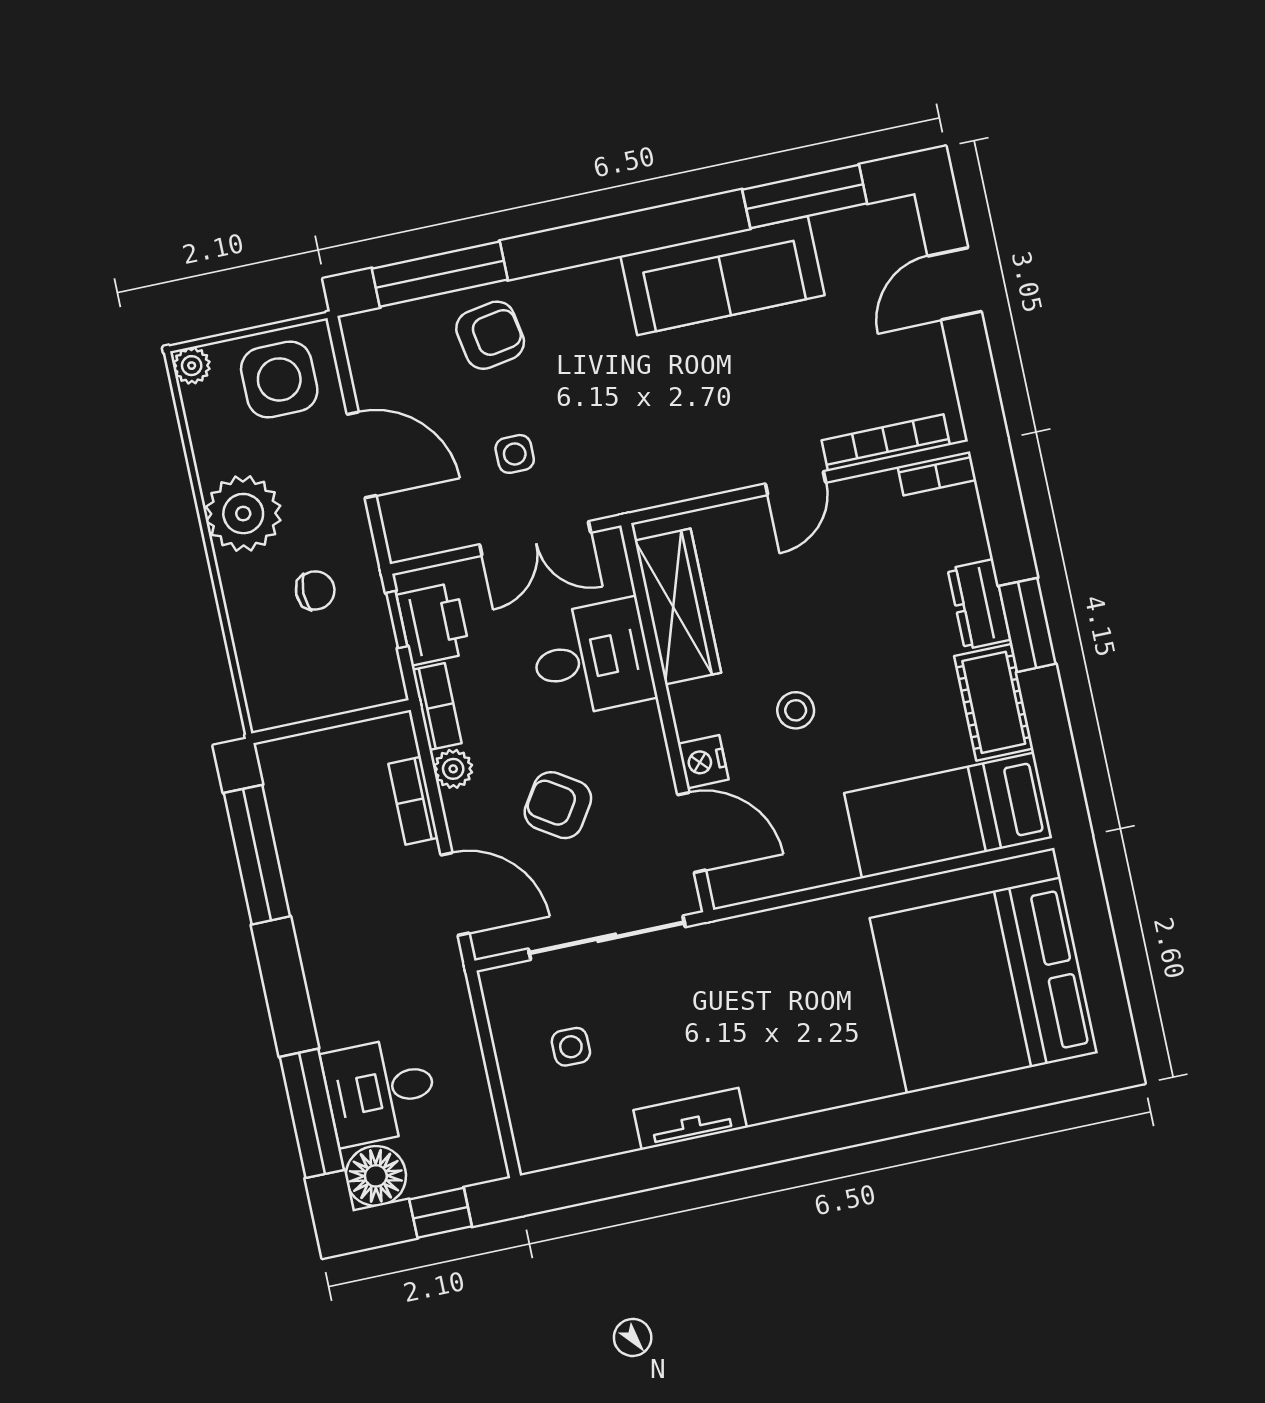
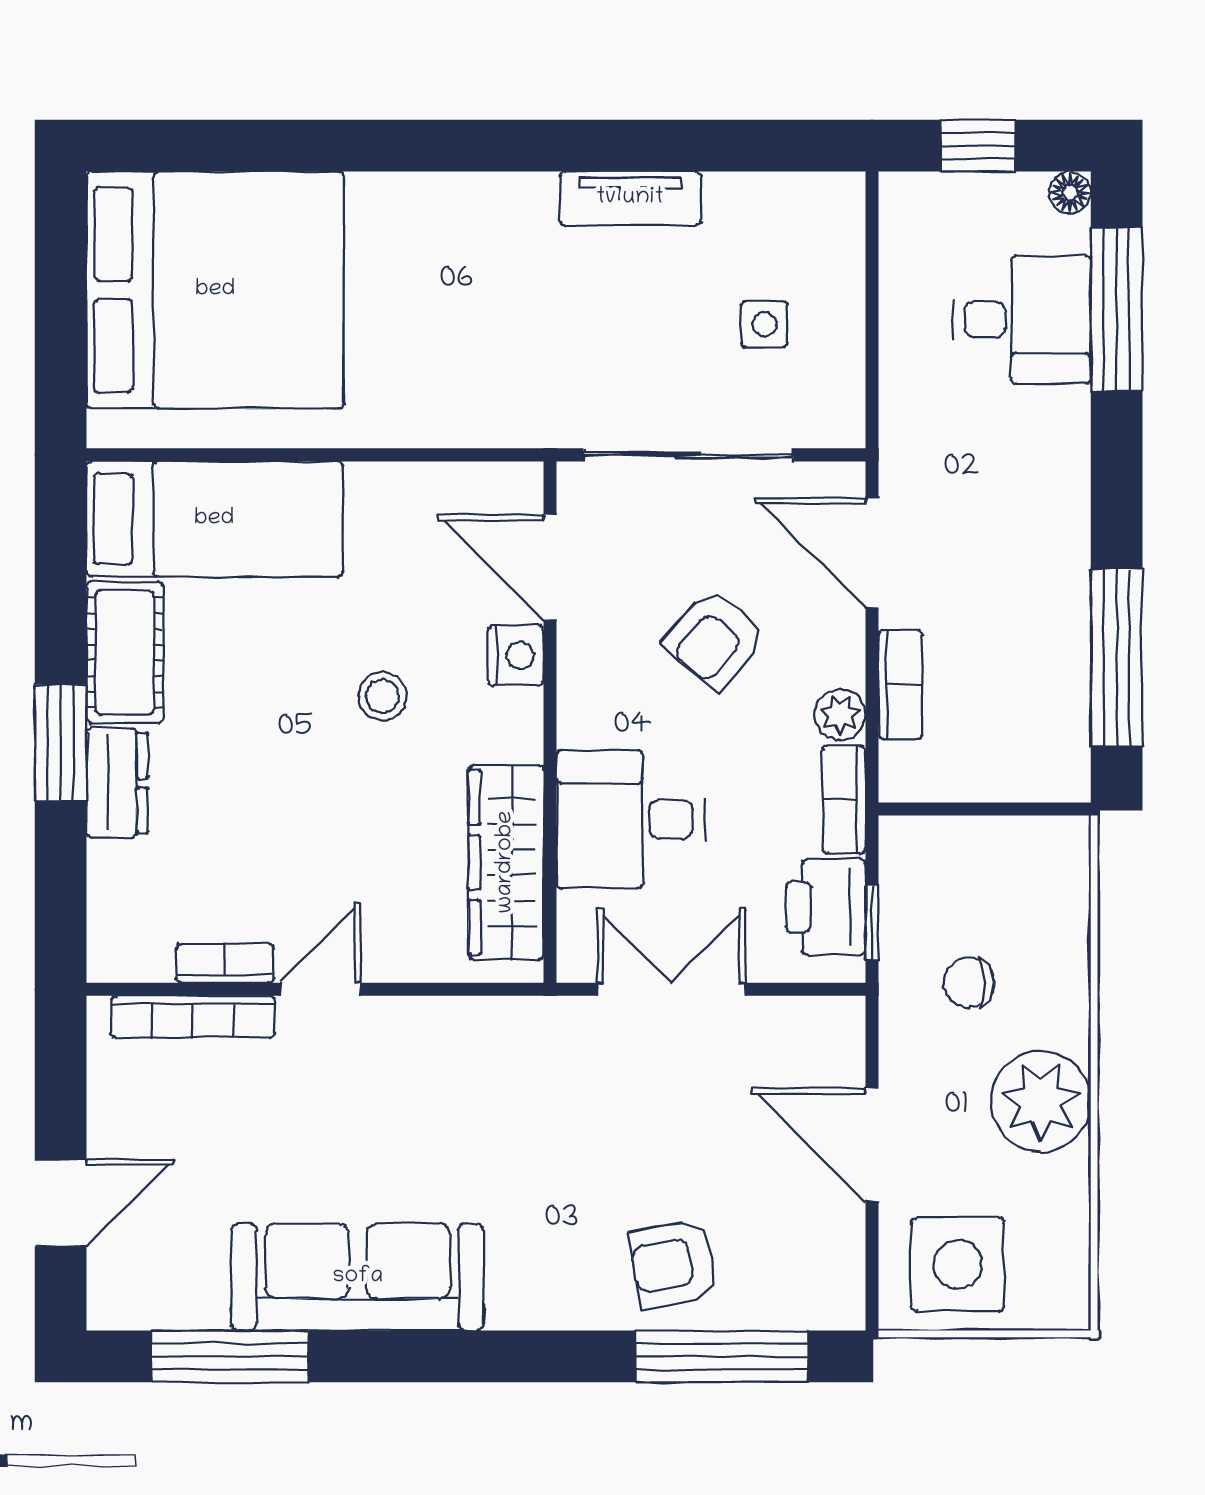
plant: (192, 366) -> (1067, 1306), removed
side table: (515, 454) -> (674, 1104), removed
bookcase: (937, 473) -> (225, 963), moved
armchair: (558, 805) -> (715, 639), turned 98
floor lamp: (376, 1176) -> (1070, 192), width x0.53, depth x0.53

